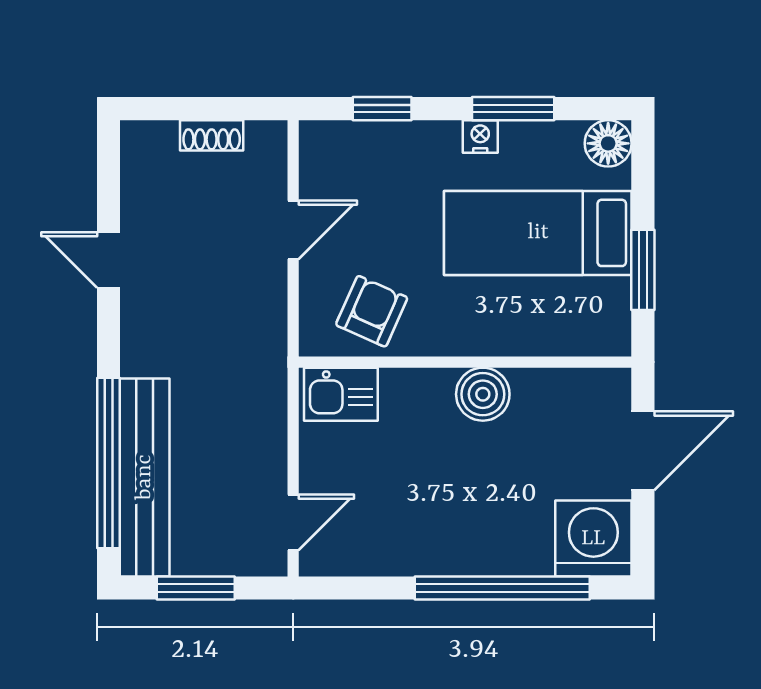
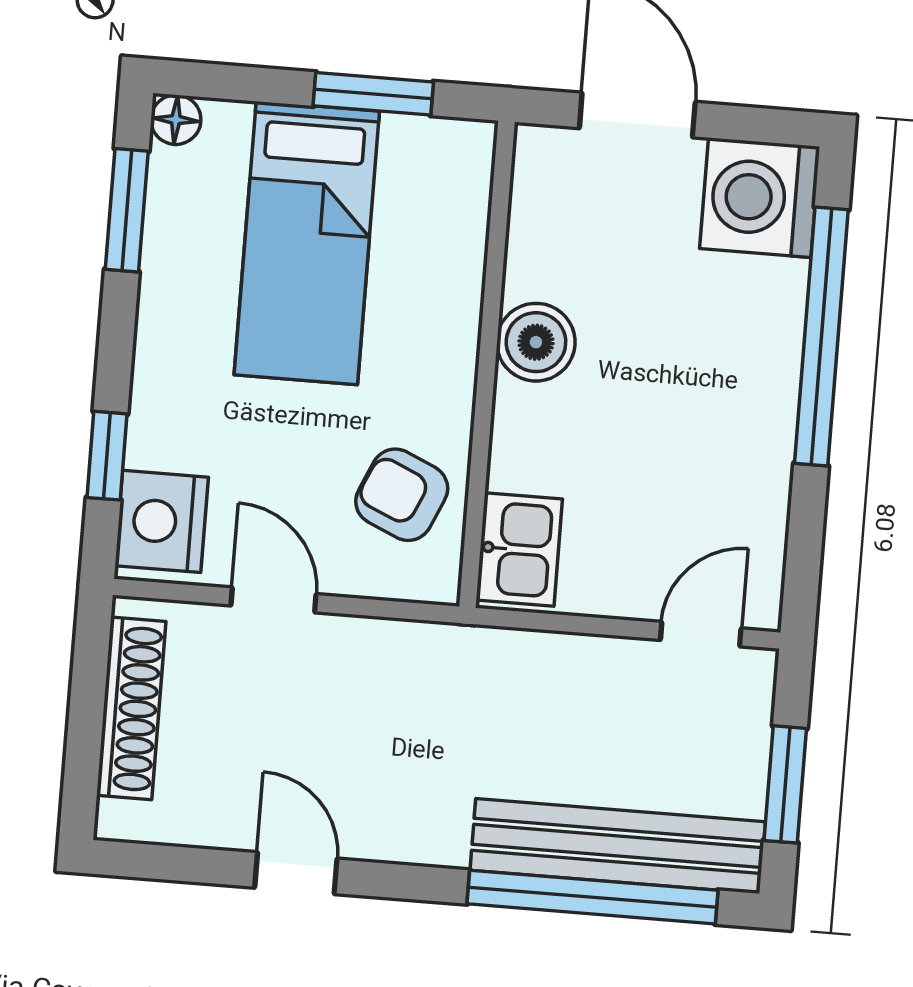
window: (513, 109) -> (127, 210), moved
shoe rack: (212, 135) -> (131, 708), width x1.94, depth x1.24
nightstand: (480, 136) -> (162, 521), moved, width x1.89, depth x1.79
floor lamp: (608, 143) -> (176, 120), width x0.73, depth x0.73
door: (109, 260) -> (296, 873), swing flipped
door: (293, 522) -> (701, 634), hinge flipped

